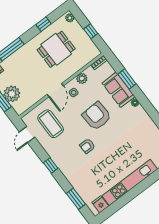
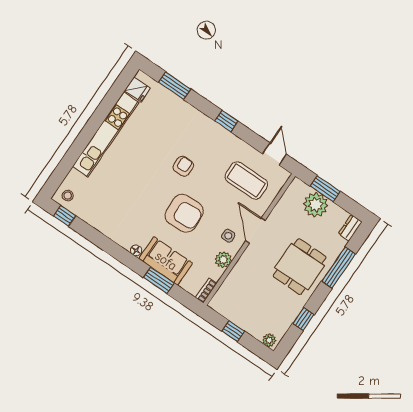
dining table: (56, 49) -> (300, 267), moved

